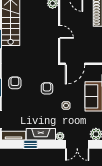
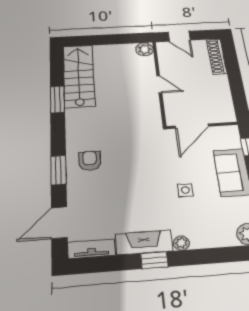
armchair: (47, 88) -> (148, 165), removed
window: (30, 144) -> (154, 260), moved
double door: (77, 144) -> (216, 255), removed

